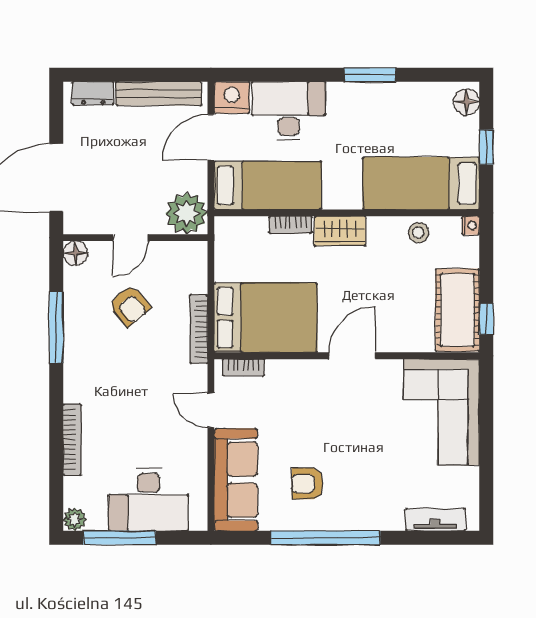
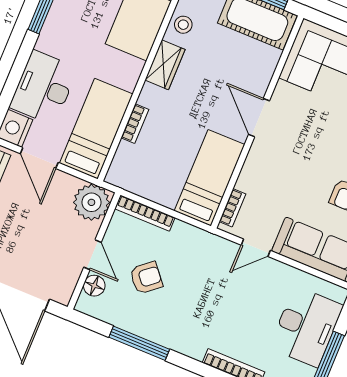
wardrobe: (340, 231) -> (165, 65), moved
floor lamp: (75, 253) -> (94, 286), moved
bed: (266, 318) -> (210, 178), width x0.67
bookcase: (199, 329) -> (145, 213), moved

